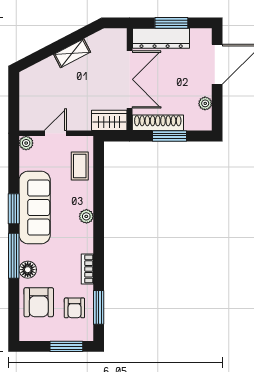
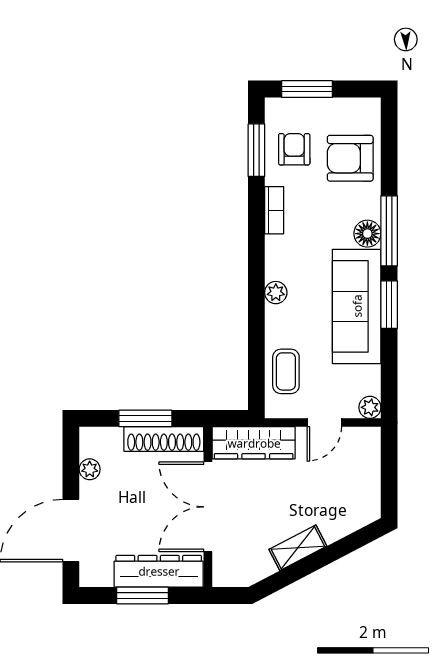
wardrobe: (109, 120) -> (254, 443), width x1.50
floor lamp: (28, 270) -> (367, 234), moved
armchair: (39, 302) -> (350, 158), turned -90

